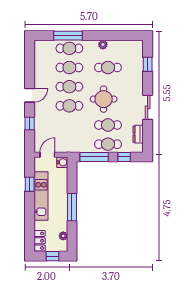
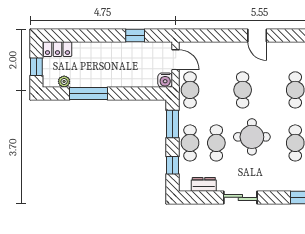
cafe table: (69, 87) -> (190, 90), moved
window: (30, 123) -> (218, 35), removed
window: (94, 157) -> (172, 124), width x0.69
kitchen unit: (41, 196) -> (119, 51), removed
window: (72, 207) -> (89, 93), moved

